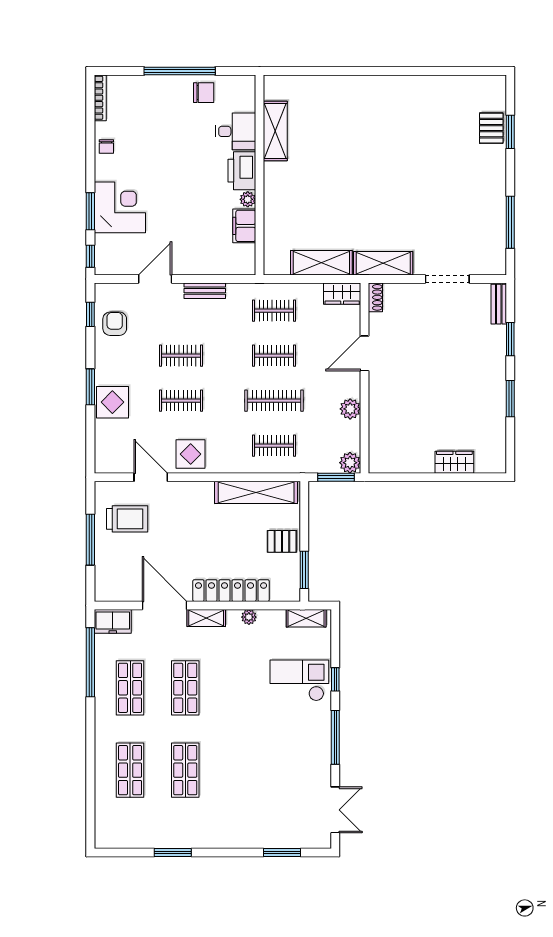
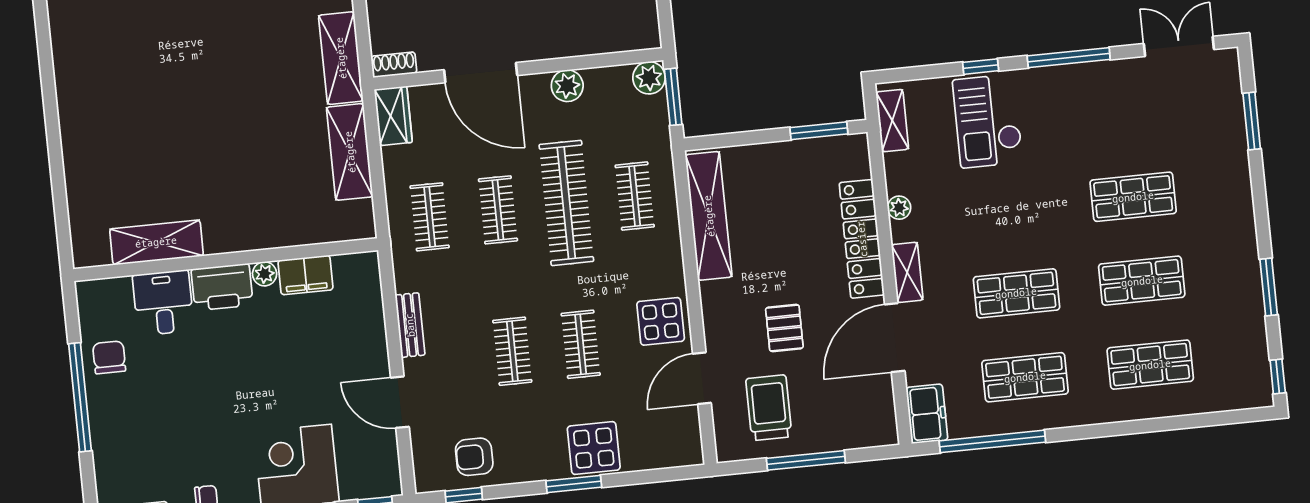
door: (364, 353) -> (481, 73), width x1.36
clothes rail: (274, 401) -> (566, 203), width x1.37, depth x1.31
pallet: (282, 541) -> (784, 328), moved
shop shelf: (240, 770) -> (1133, 197), added
window: (114, 852) -> (1278, 376), added

